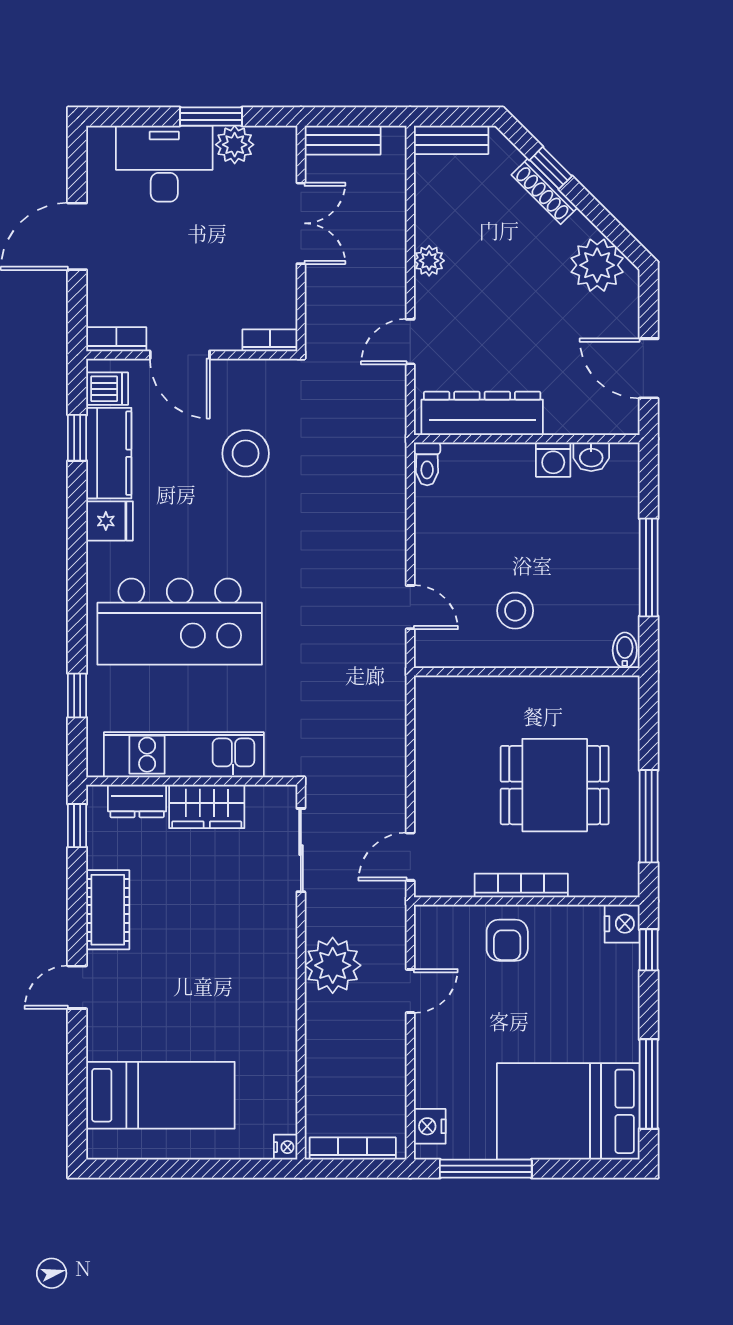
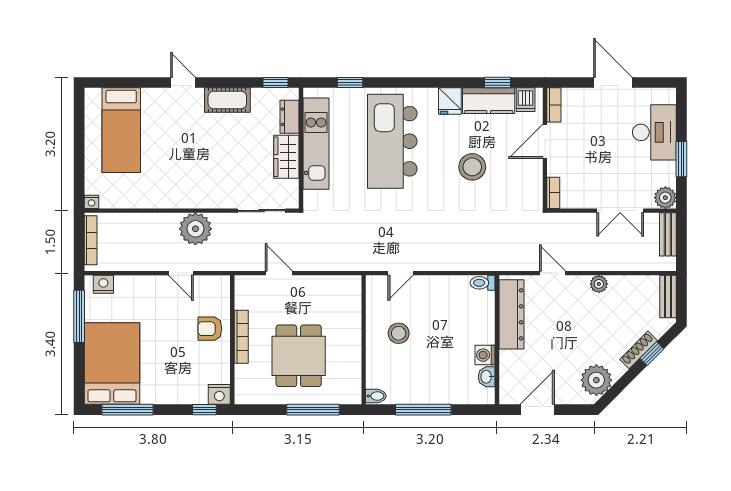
plant: (235, 145) -> (665, 198), moved
stool: (246, 453) -> (472, 167), moved
window: (649, 816) -> (313, 410), moved
door: (410, 857) -> (279, 273), moved

